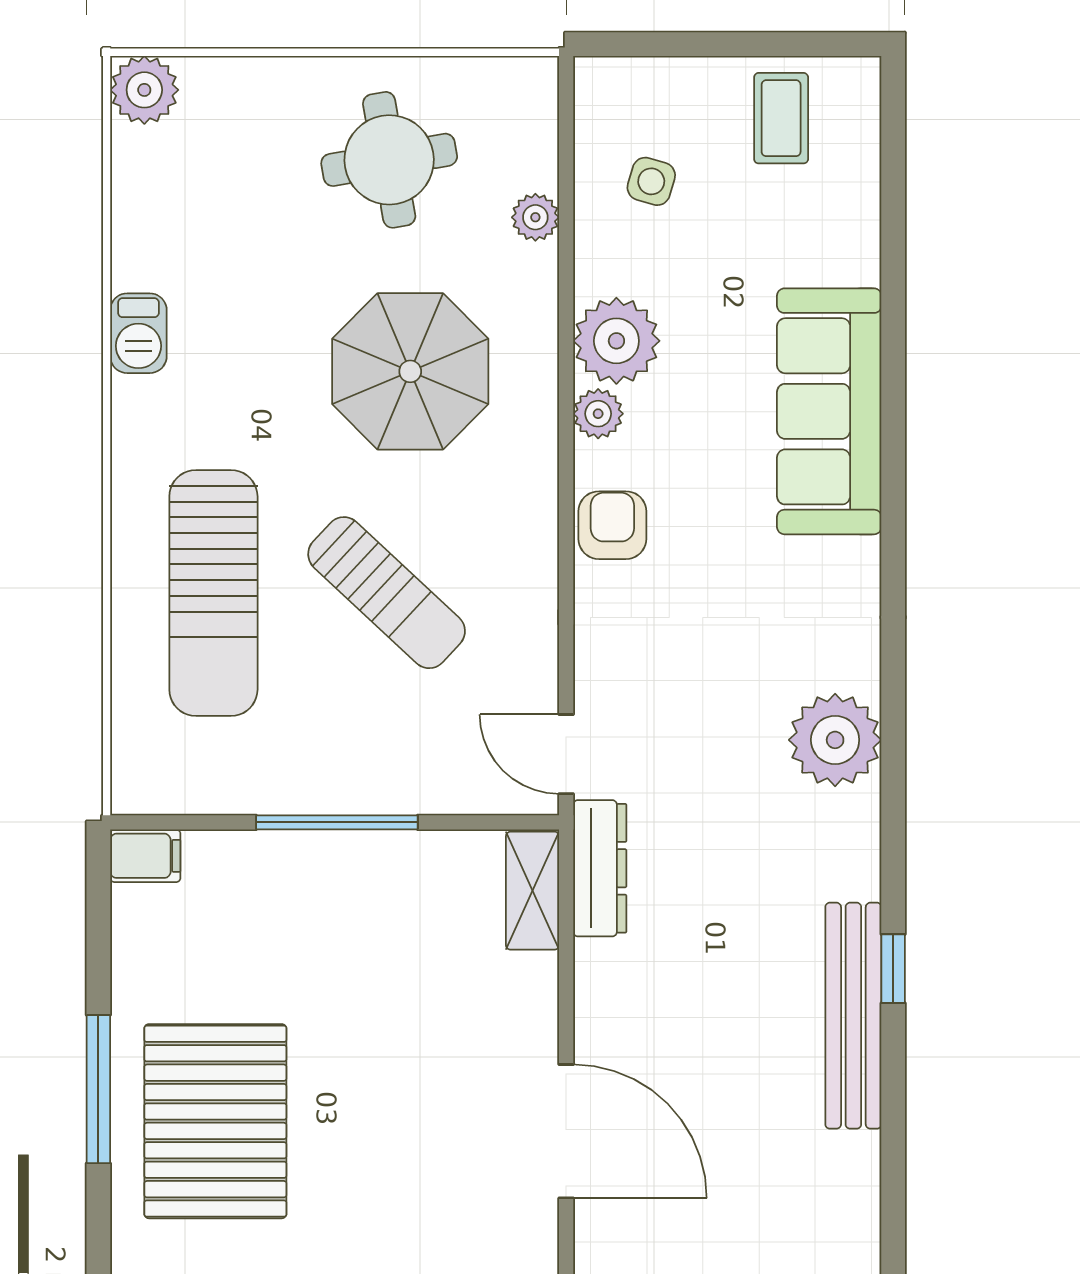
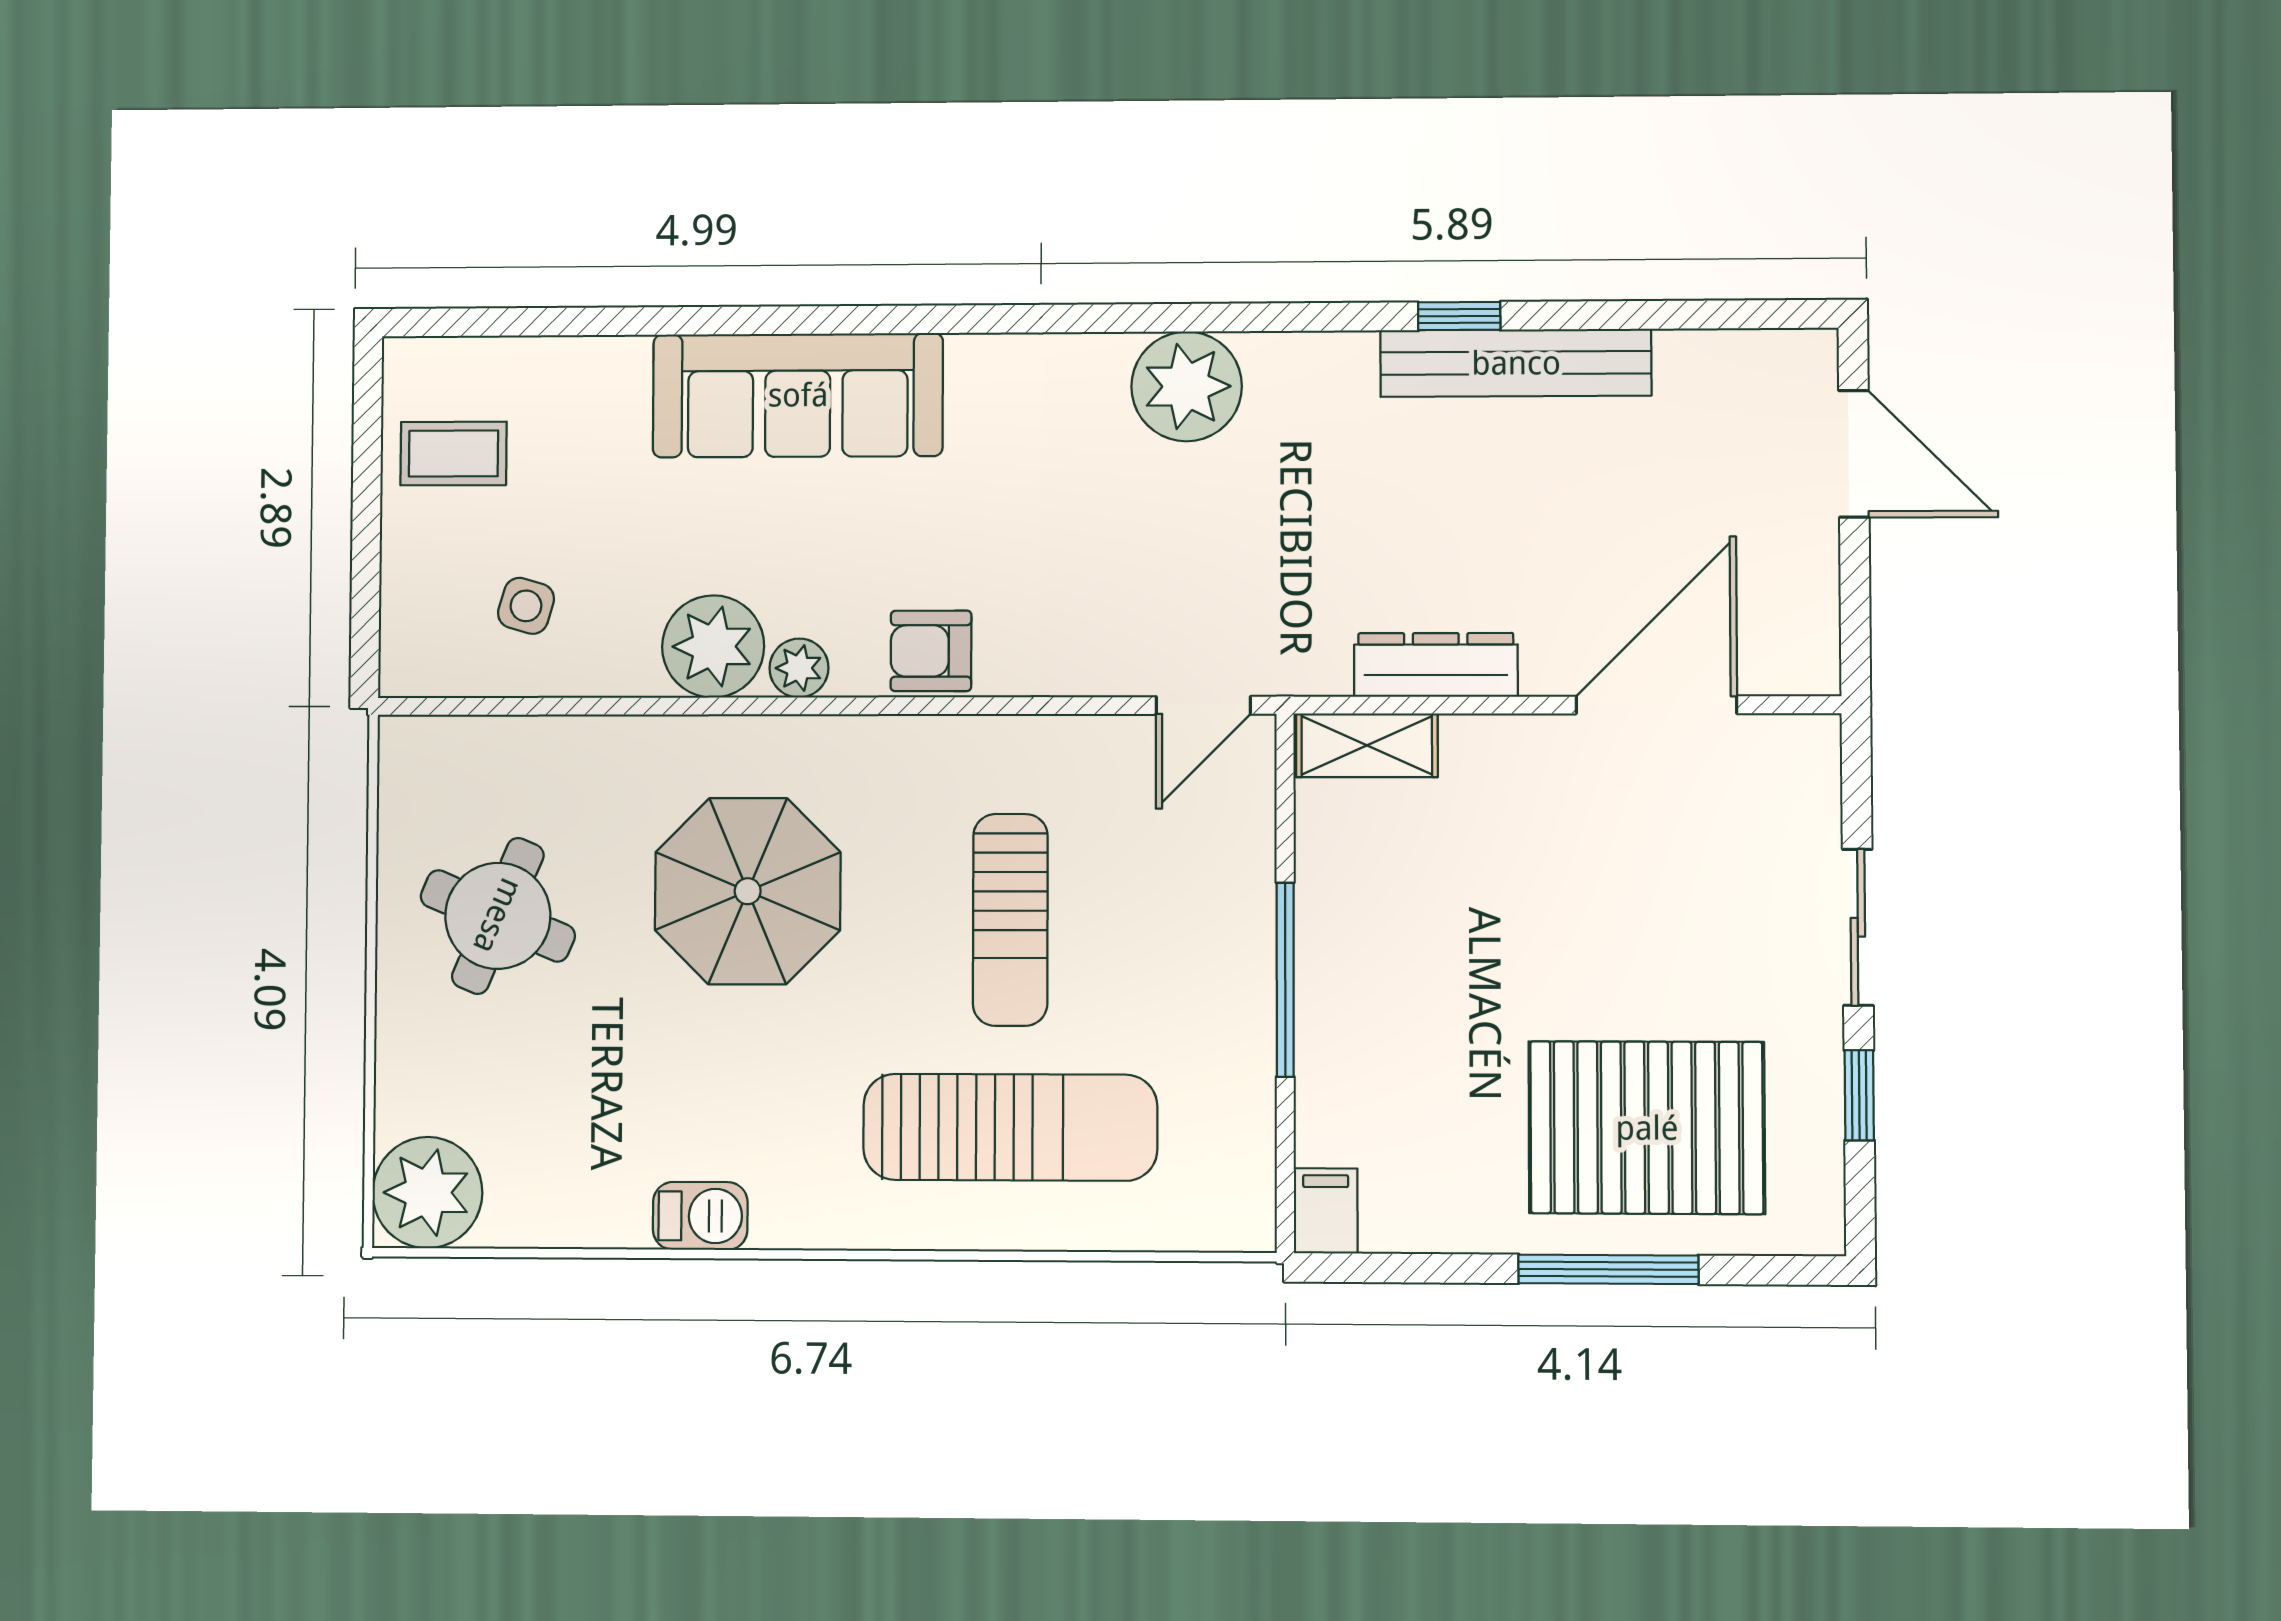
plant: (144, 90) -> (427, 1193), width x1.36, depth x1.36
round table: (389, 160) -> (498, 916), turned 33
plant: (535, 217) -> (567, 743), removed
sun lounger: (387, 593) -> (1010, 920), turned 137
dresser: (600, 868) -> (1436, 665), moved

